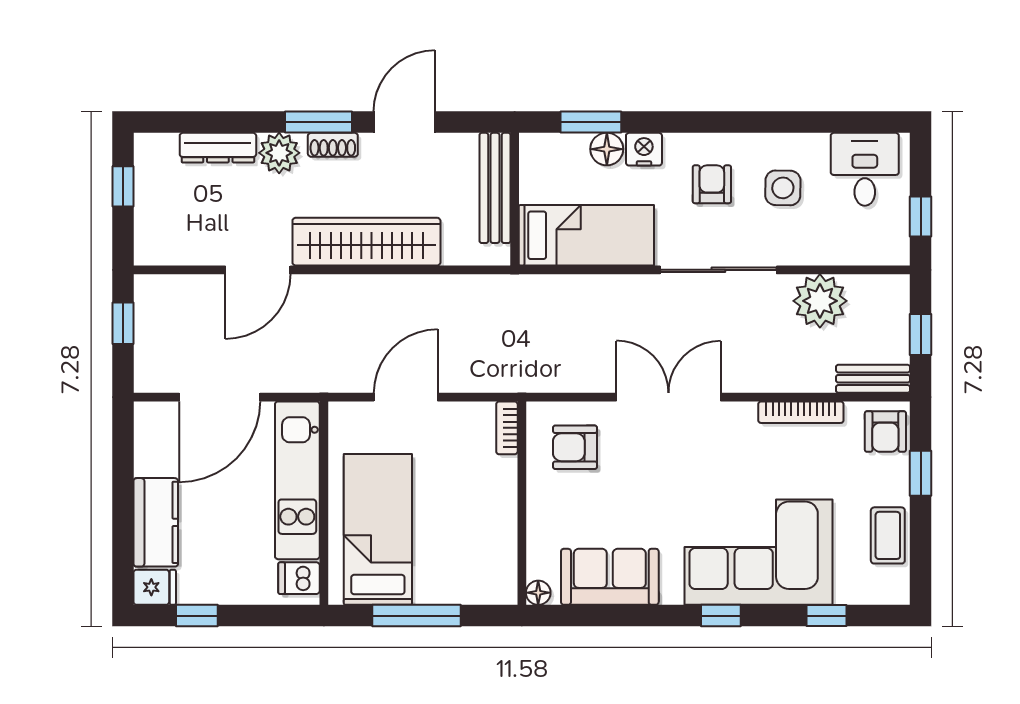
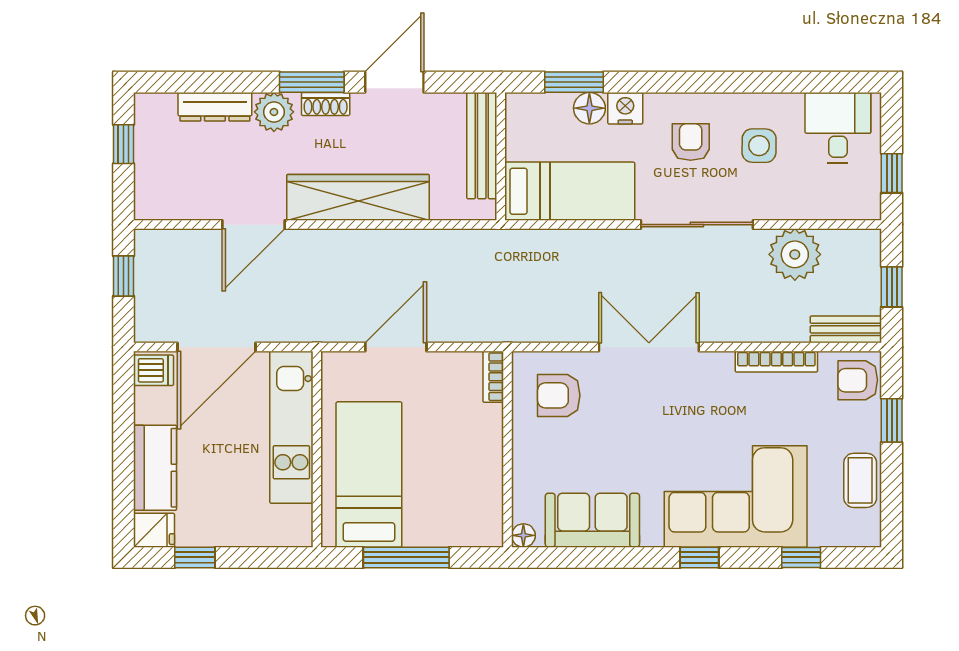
armchair: (885, 431) -> (858, 380), turned 90
dishwasher: (299, 578) -> (154, 370), moved, turned 180

